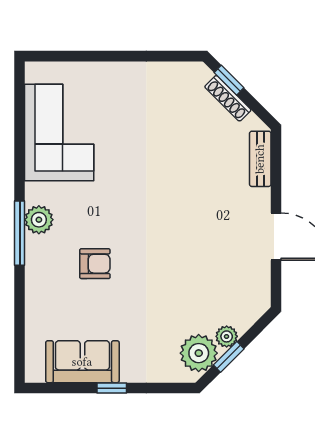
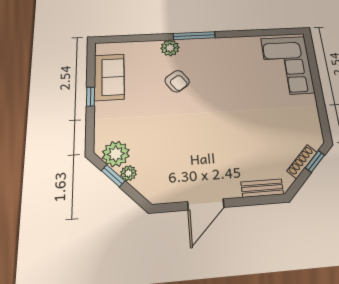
corner sofa: (59, 133) -> (287, 65), moved, turned 90
plant: (39, 220) -> (170, 48), moved
armchair: (95, 264) -> (177, 81), turned -36

